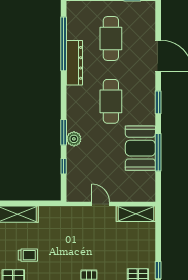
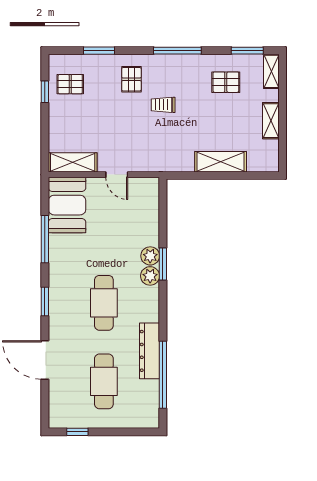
plant: (74, 123) -> (150, 276), added
booth: (140, 148) -> (67, 205), moved
window: (64, 166) -> (163, 222), removed
trolley: (28, 255) -> (163, 105), moved

